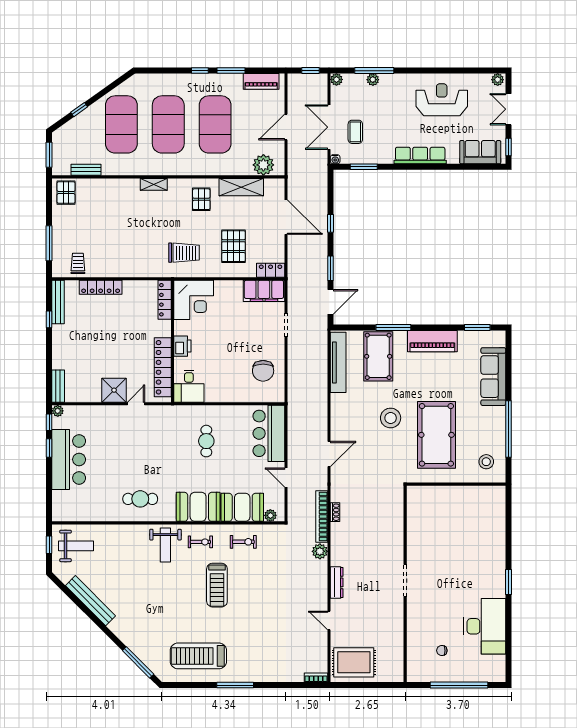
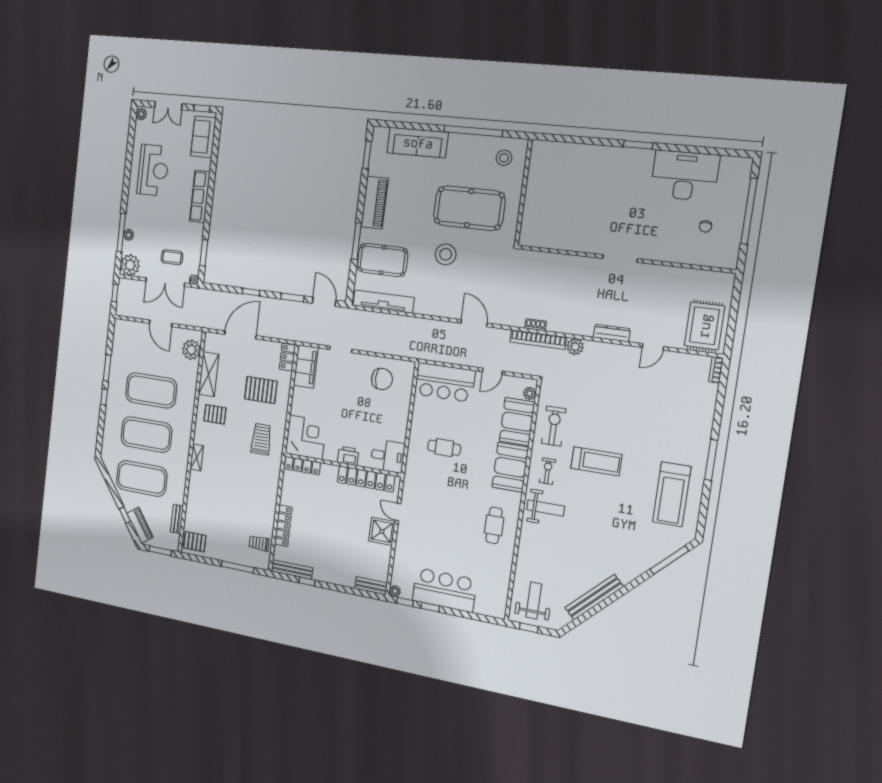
plant: (336, 79) -> (130, 265), width x1.87, depth x1.87
piano: (261, 81) -> (140, 525), moved, turned -35
reception desk: (442, 100) -> (153, 170), turned 180
exercise bike: (243, 542) -> (554, 426), width x1.38, depth x1.39

